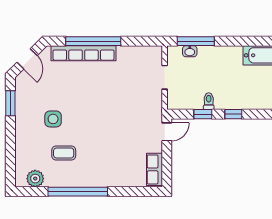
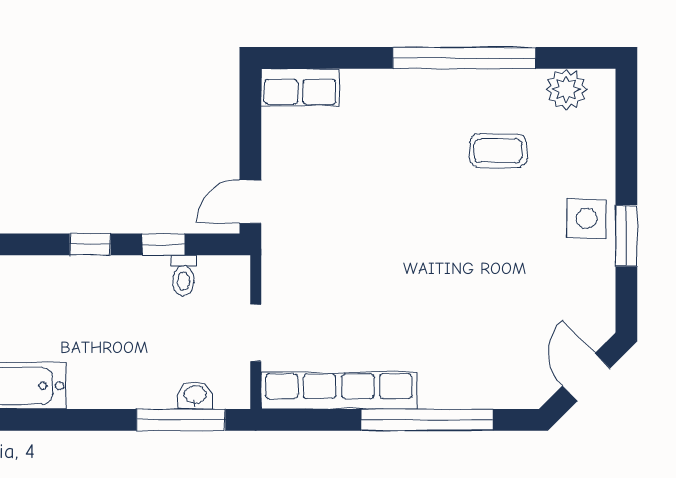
row of seats: (84, 53) -> (339, 391), moved
toilet: (209, 101) -> (184, 276), moved
window: (10, 103) -> (626, 236), moved
side table: (53, 119) -> (587, 218), moved
row of seats: (154, 169) -> (300, 87), moved, turned 90

